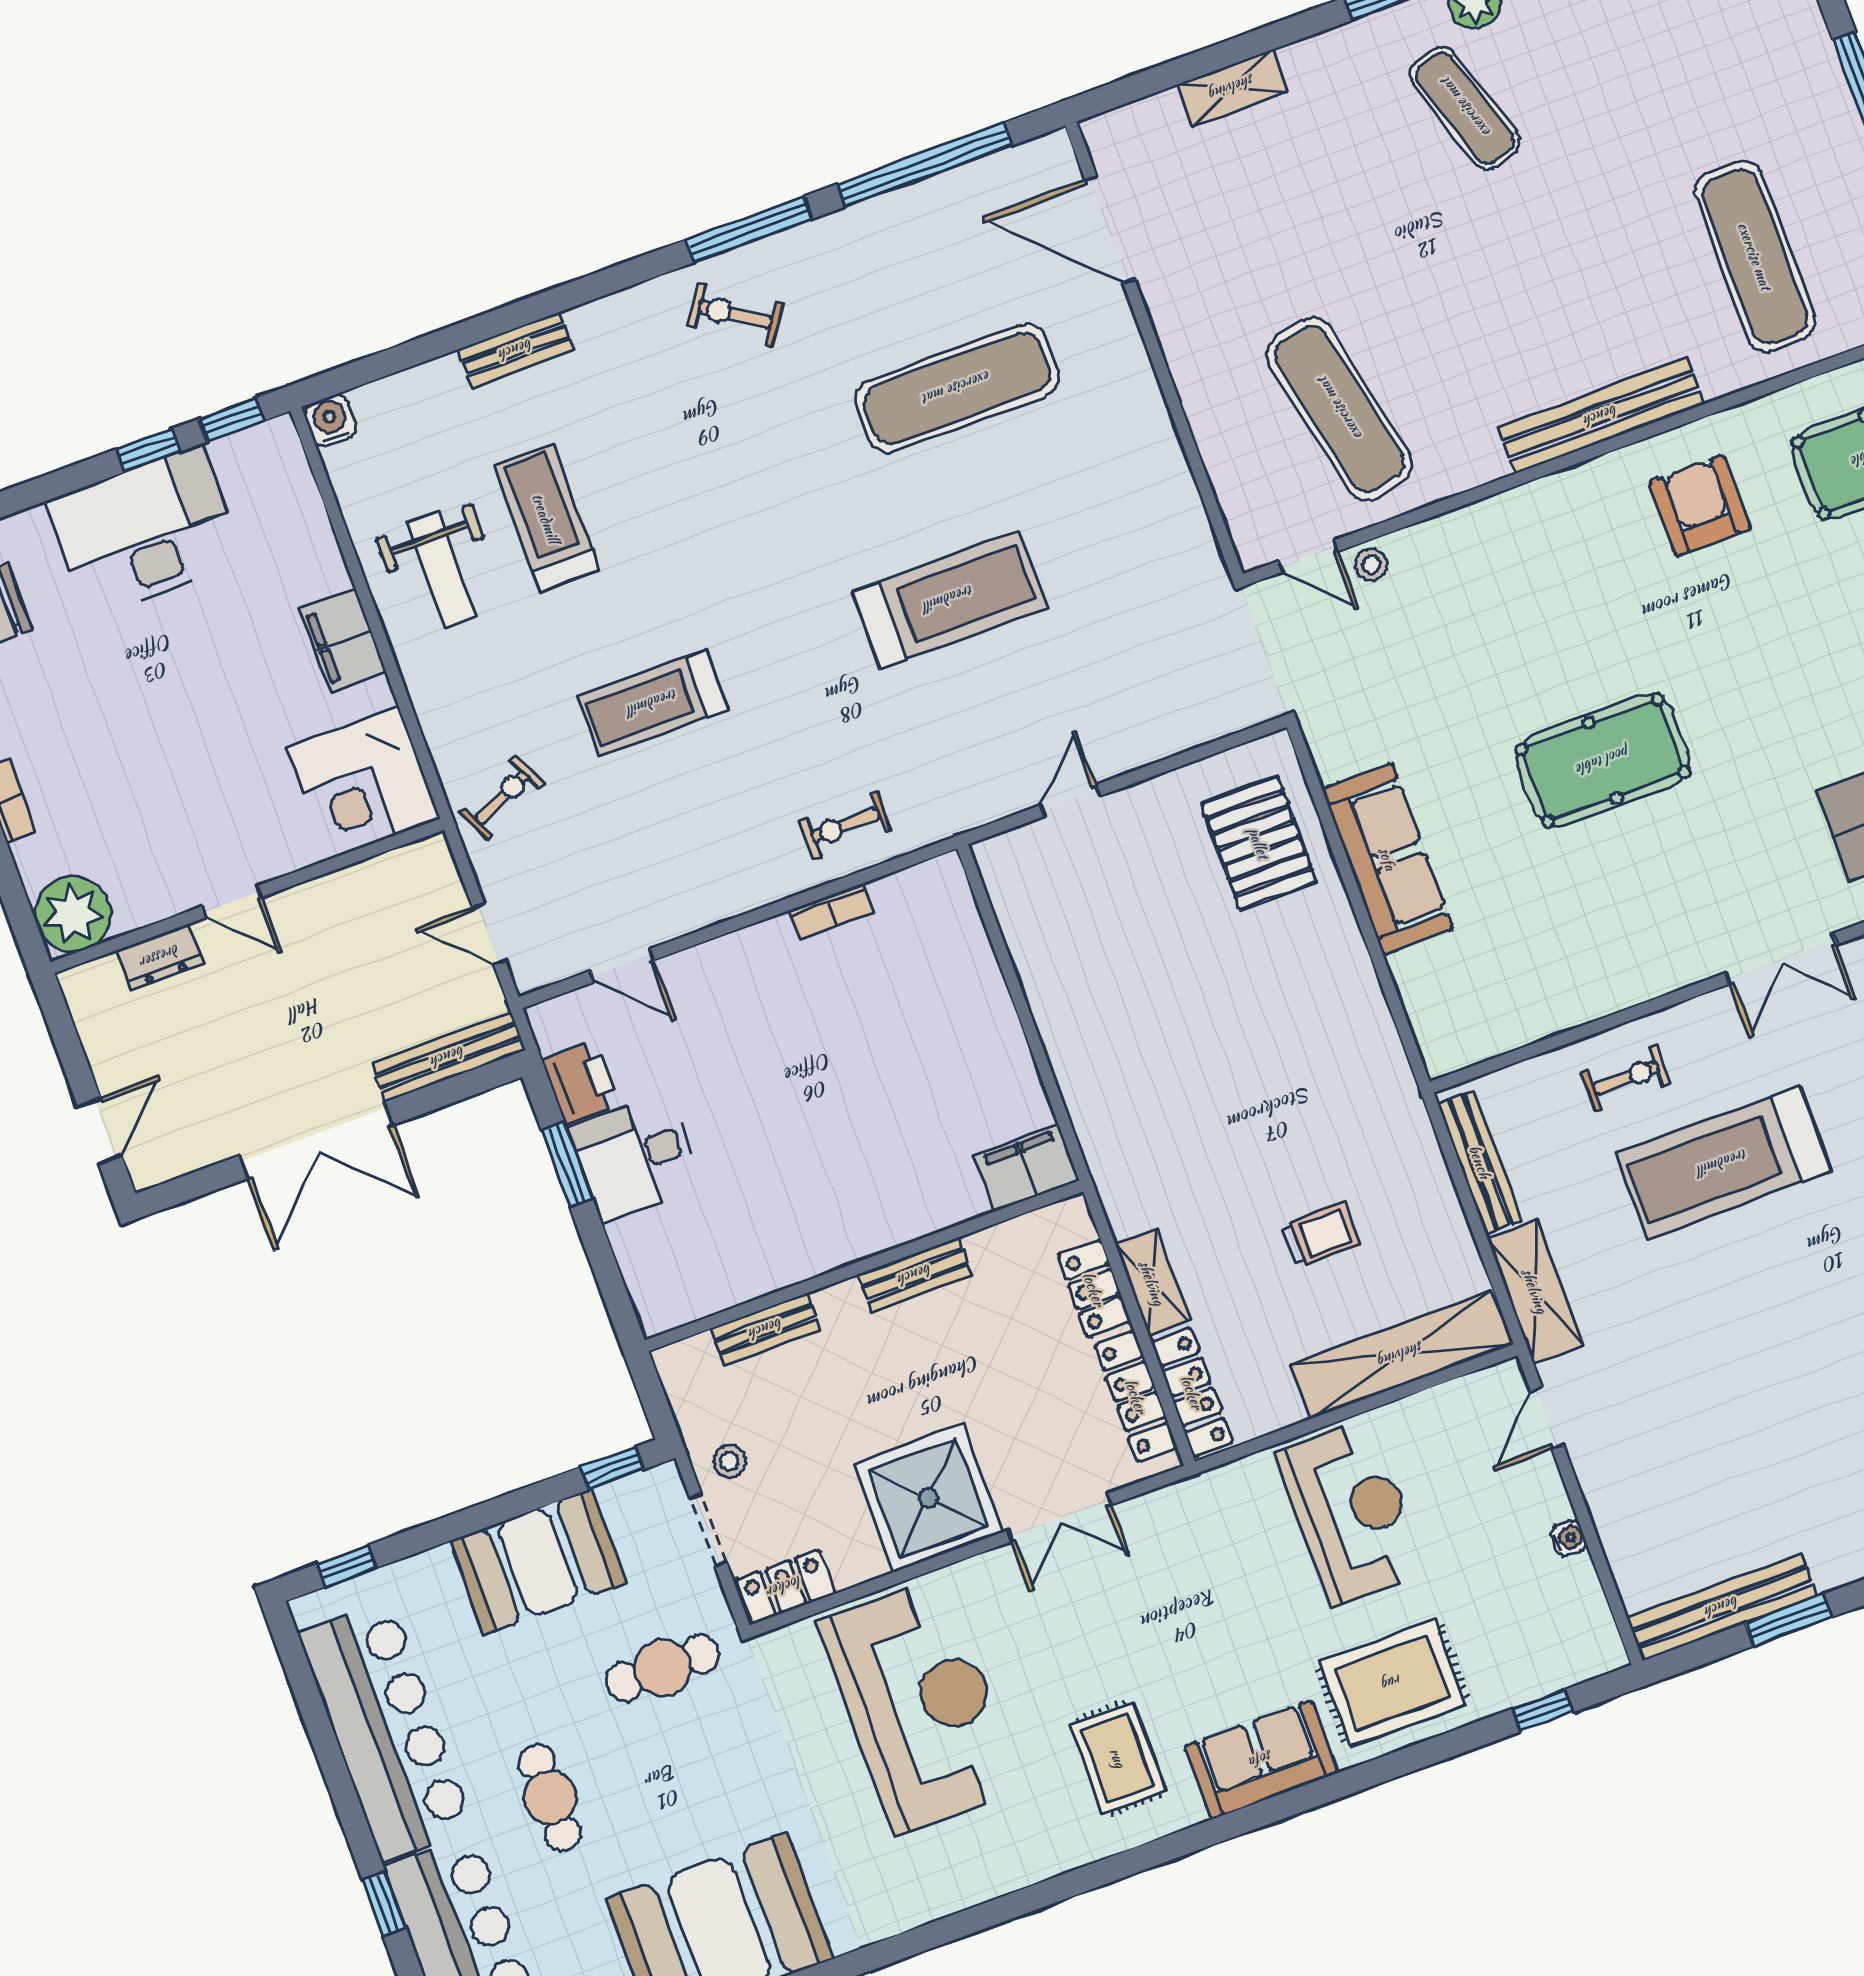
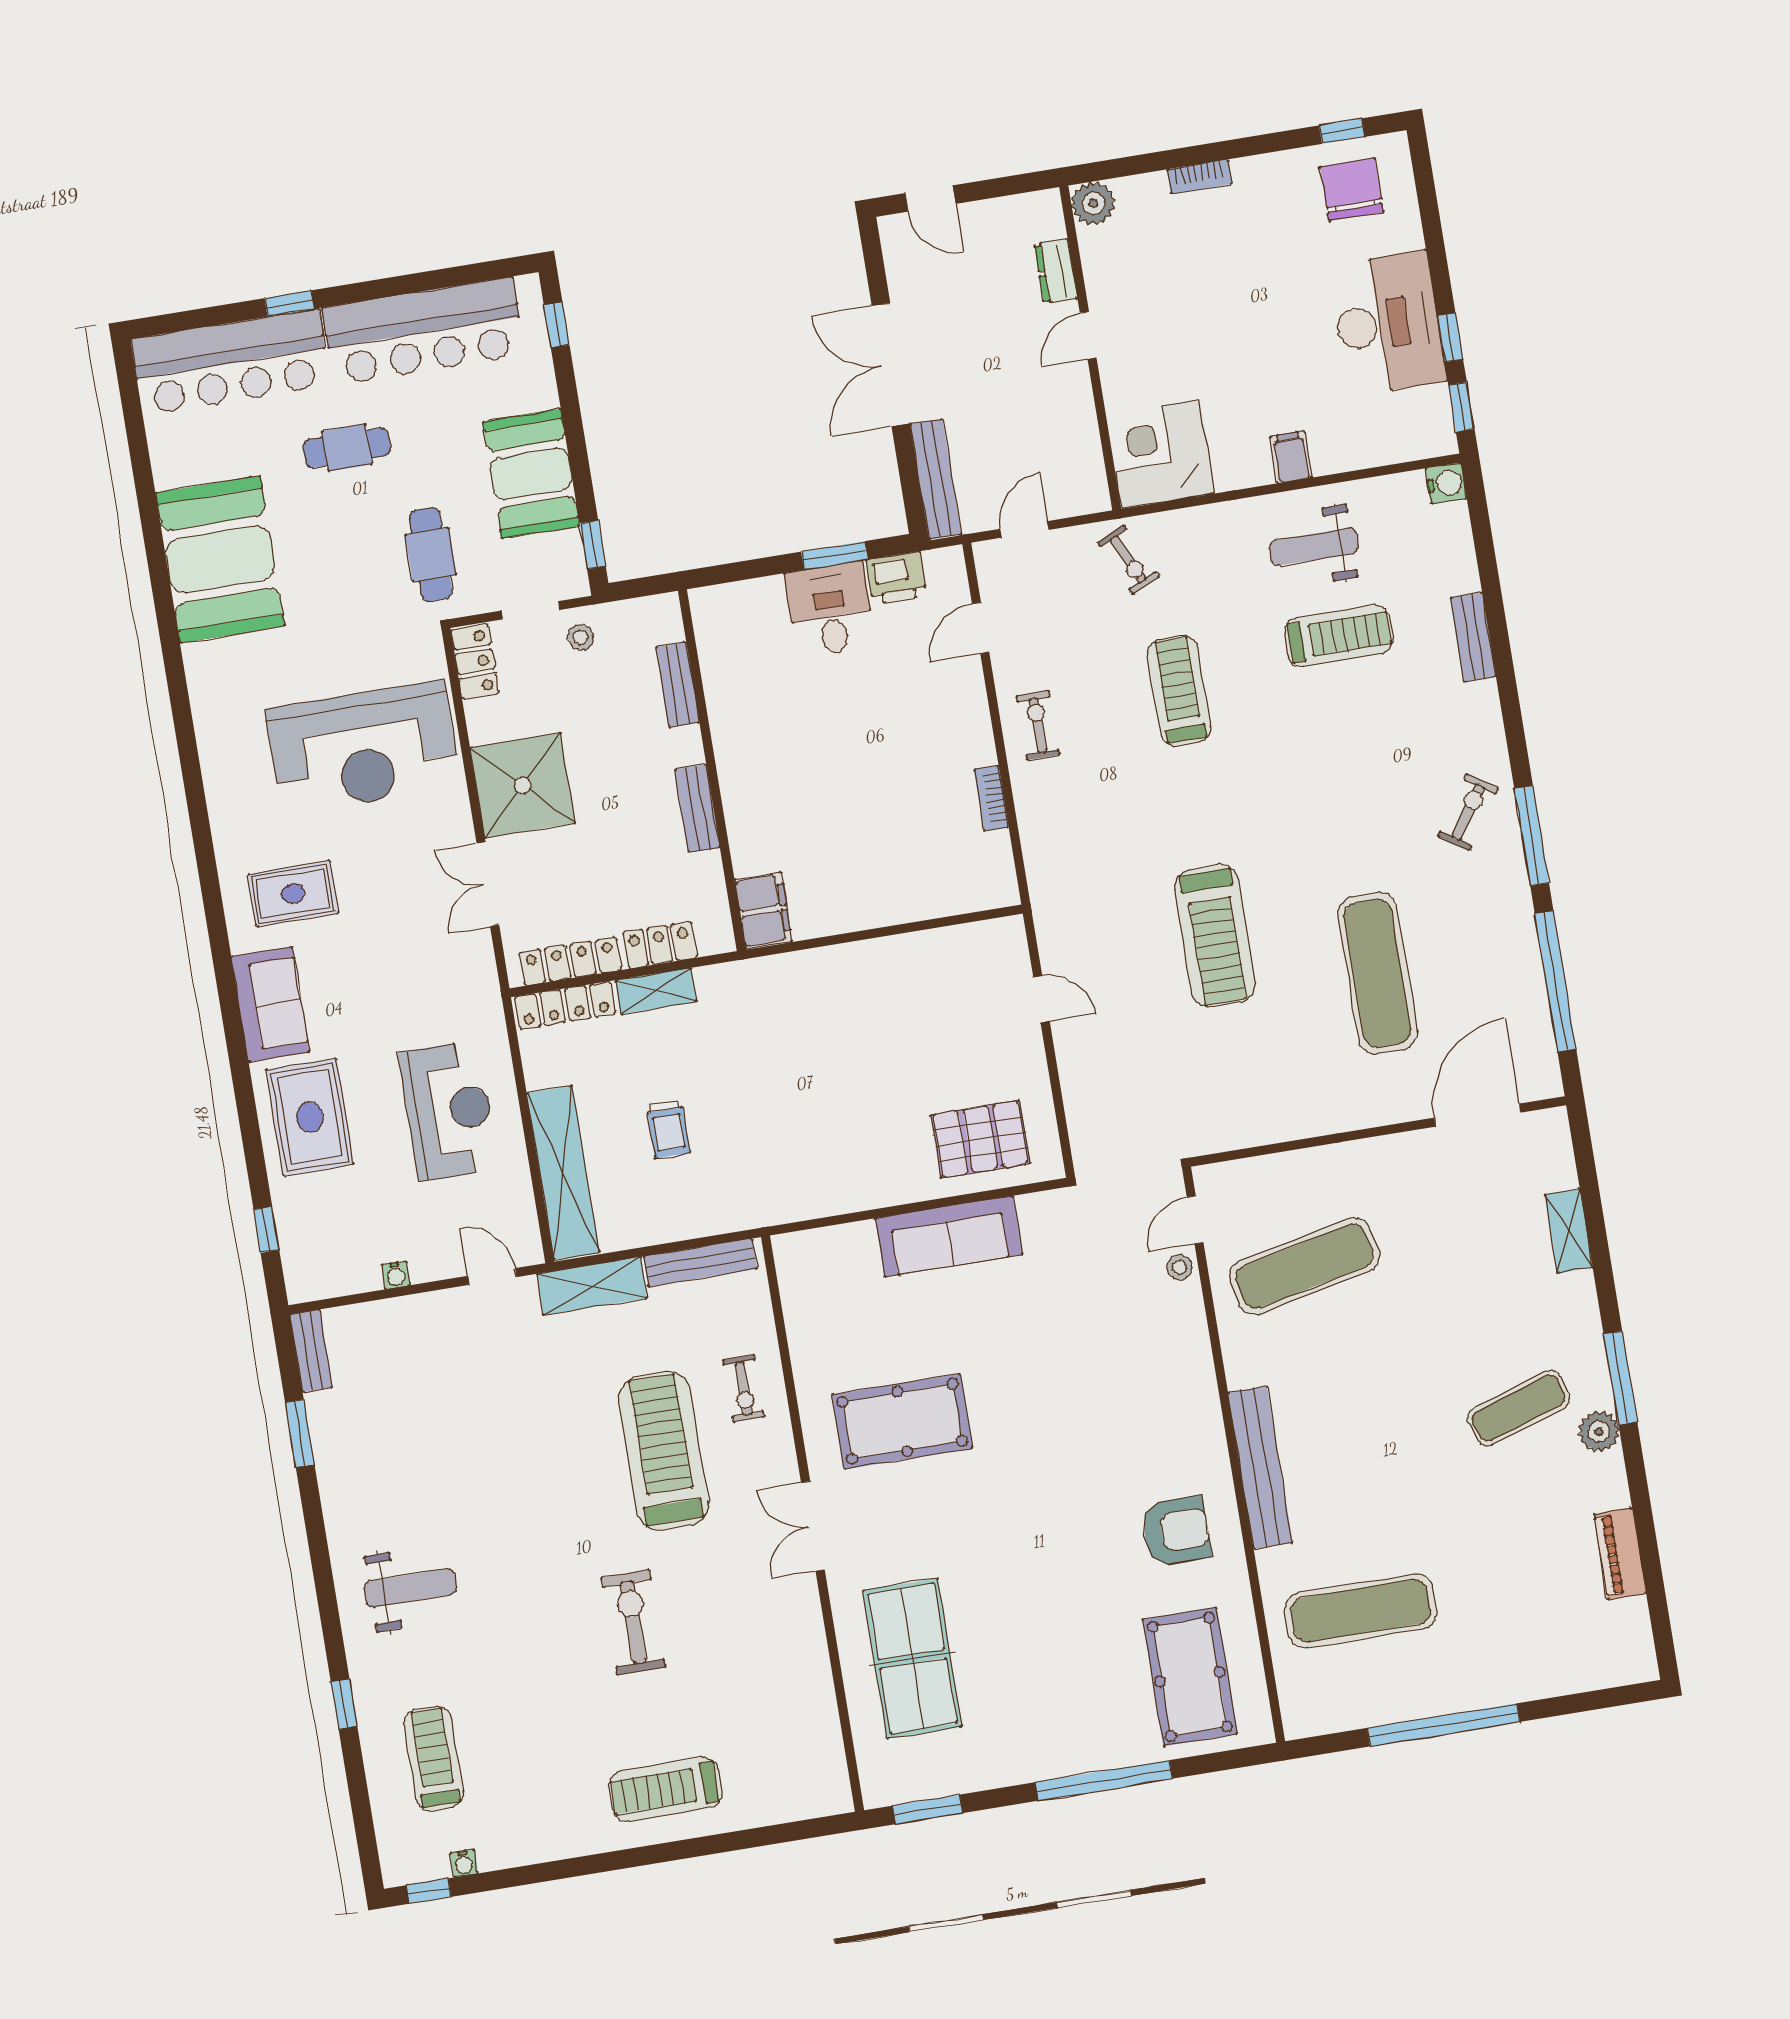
filing cabinet: (343, 641) -> (1291, 457), width x0.50
pool table: (1603, 761) -> (902, 1421), moved, turned 90
exercise bike: (846, 825) -> (1038, 725), moved
plant: (73, 914) -> (1093, 203), width x0.73, depth x0.73
reception desk: (1351, 1512) -> (449, 1111), turned -90
bench: (1722, 1607) -> (311, 1351), width x0.54, depth x0.82

